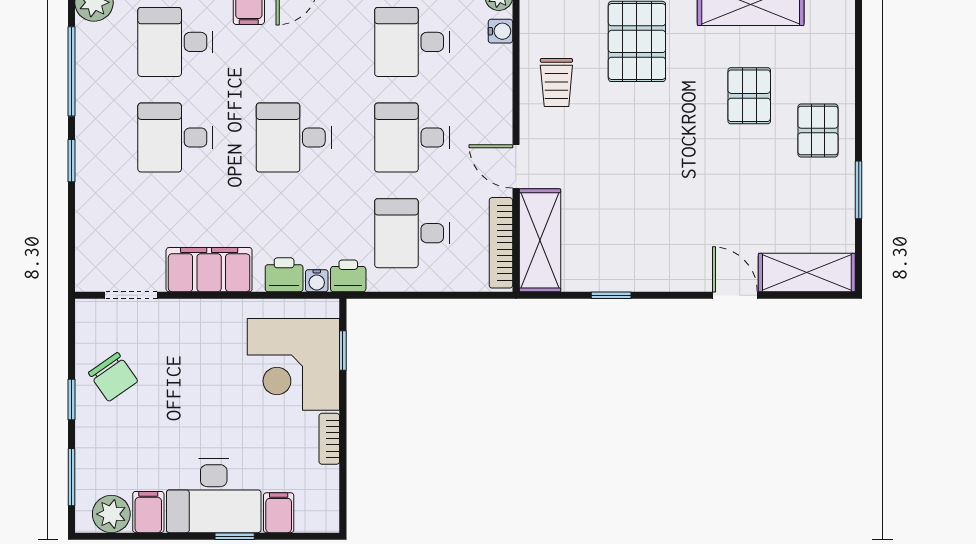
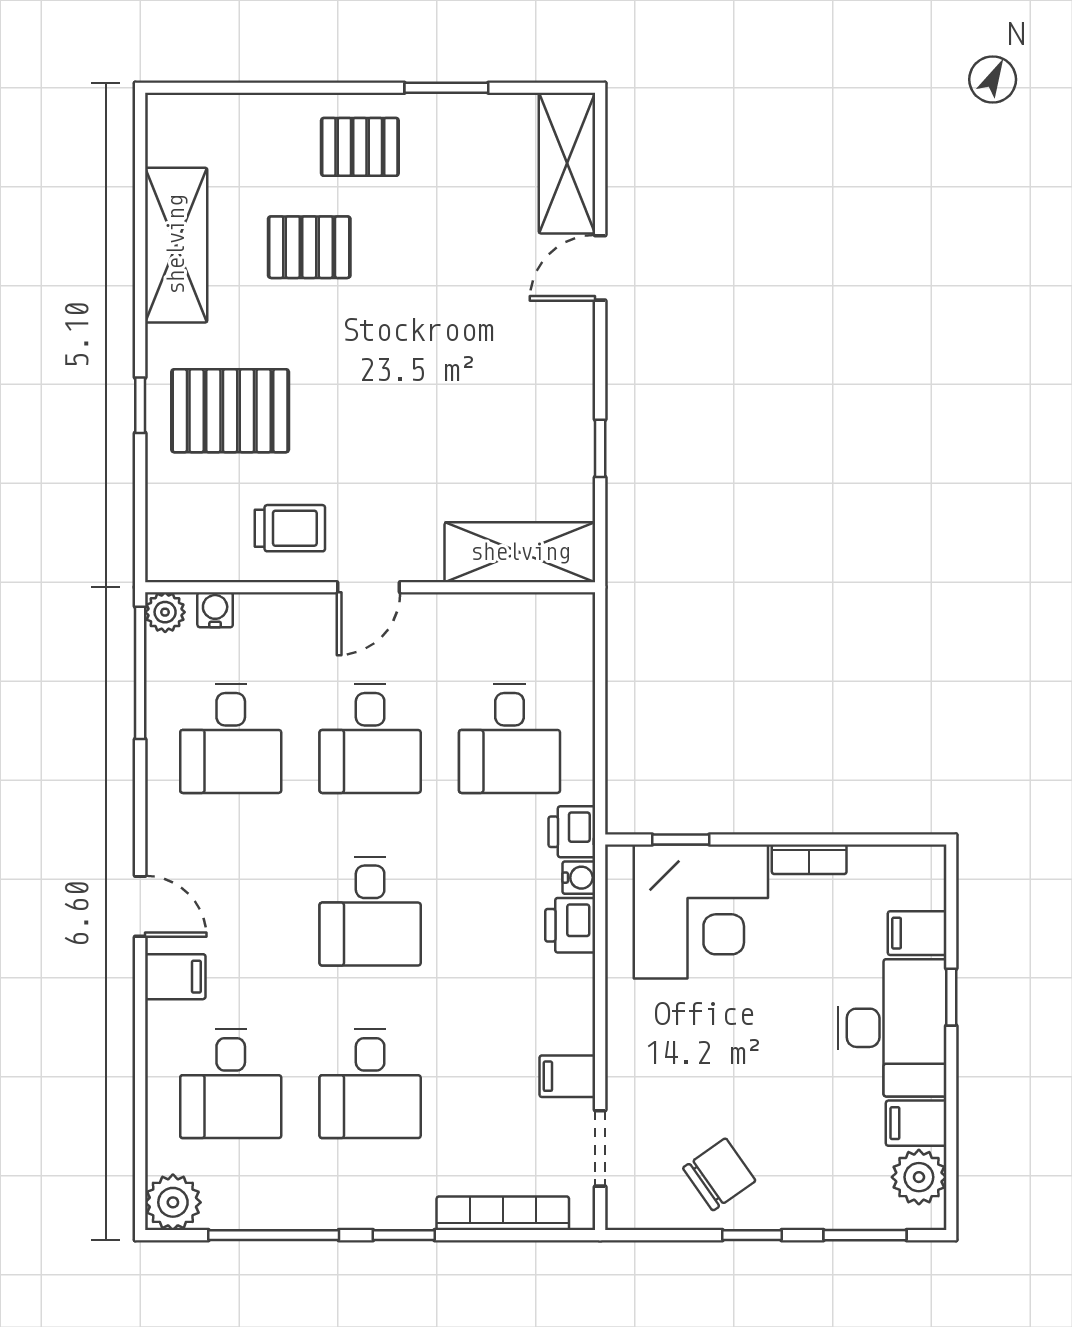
door: (516, 166) -> (369, 587), moved
bookcase: (501, 243) -> (503, 1213), moved, turned 180
filing cabinet: (209, 270) -> (567, 1076), width x0.33, depth x0.86

